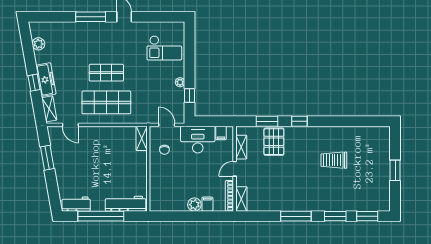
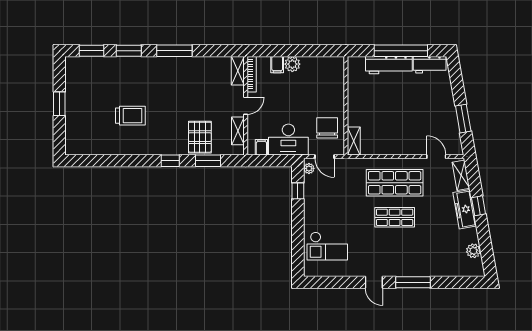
checkout: (164, 48) -> (327, 246), turned 180
plant: (180, 82) -> (309, 168), moved
chair: (164, 150) -> (327, 128), width x1.87, depth x1.87
workbench: (126, 204) -> (389, 65), moved

